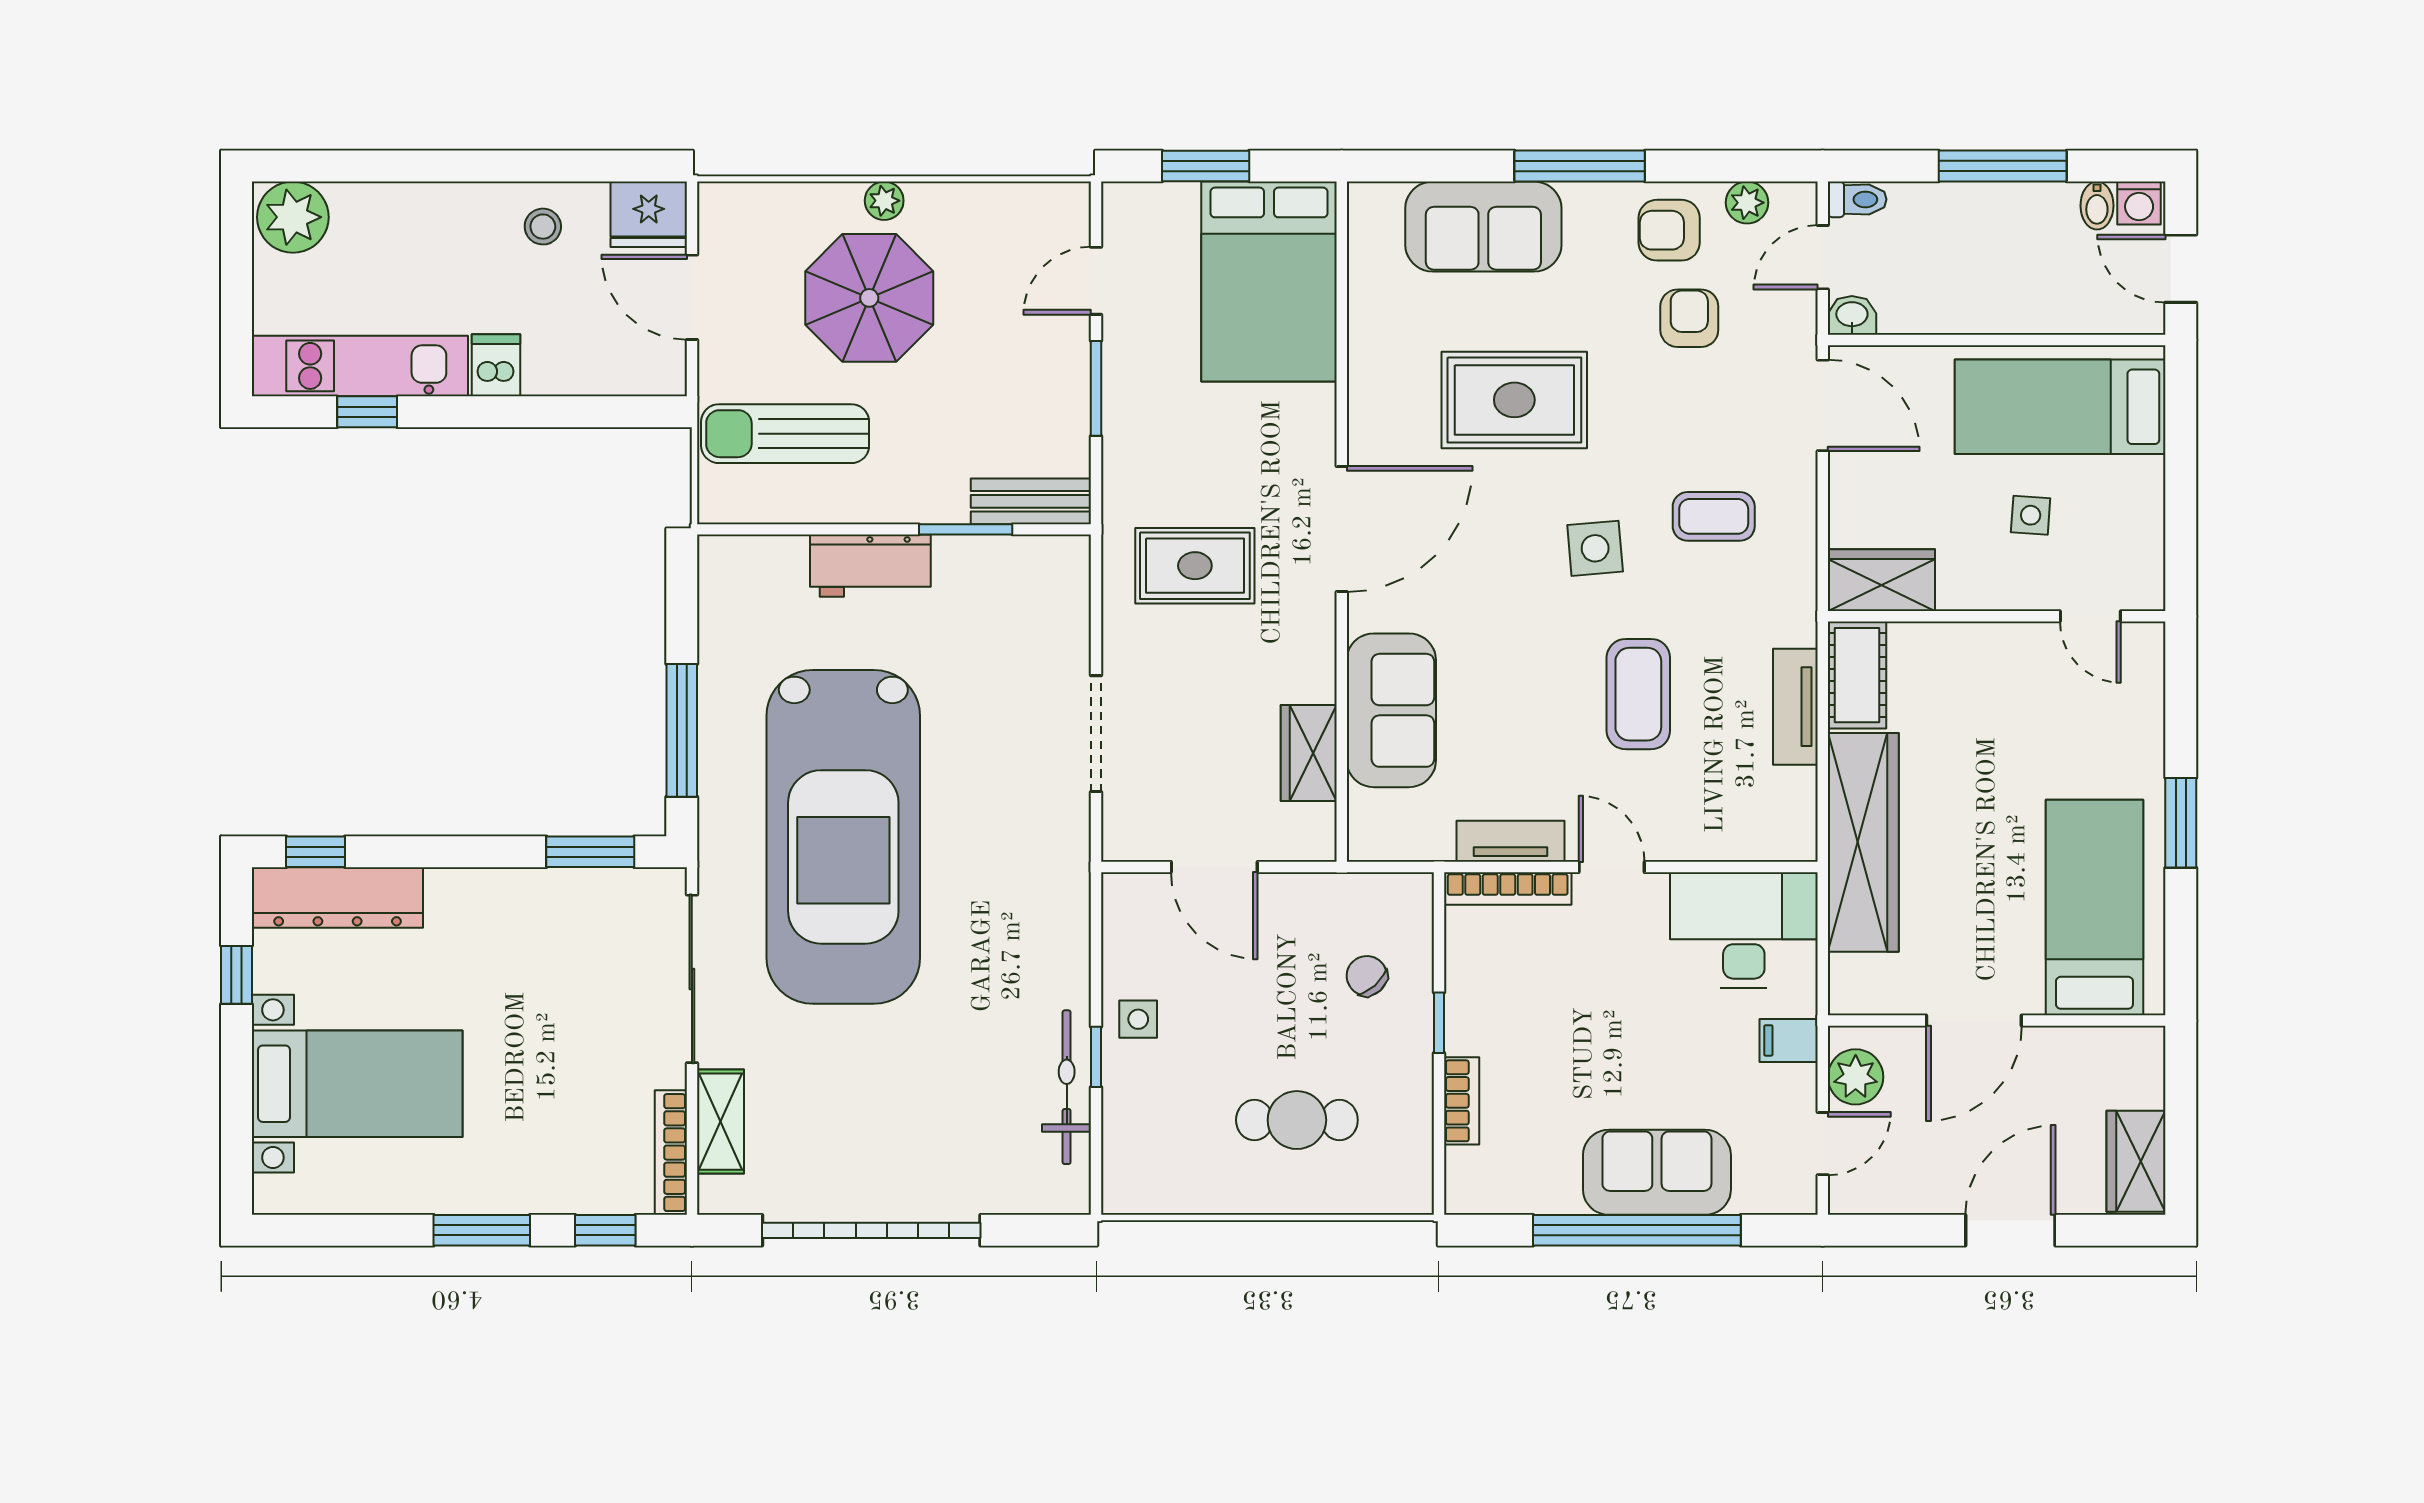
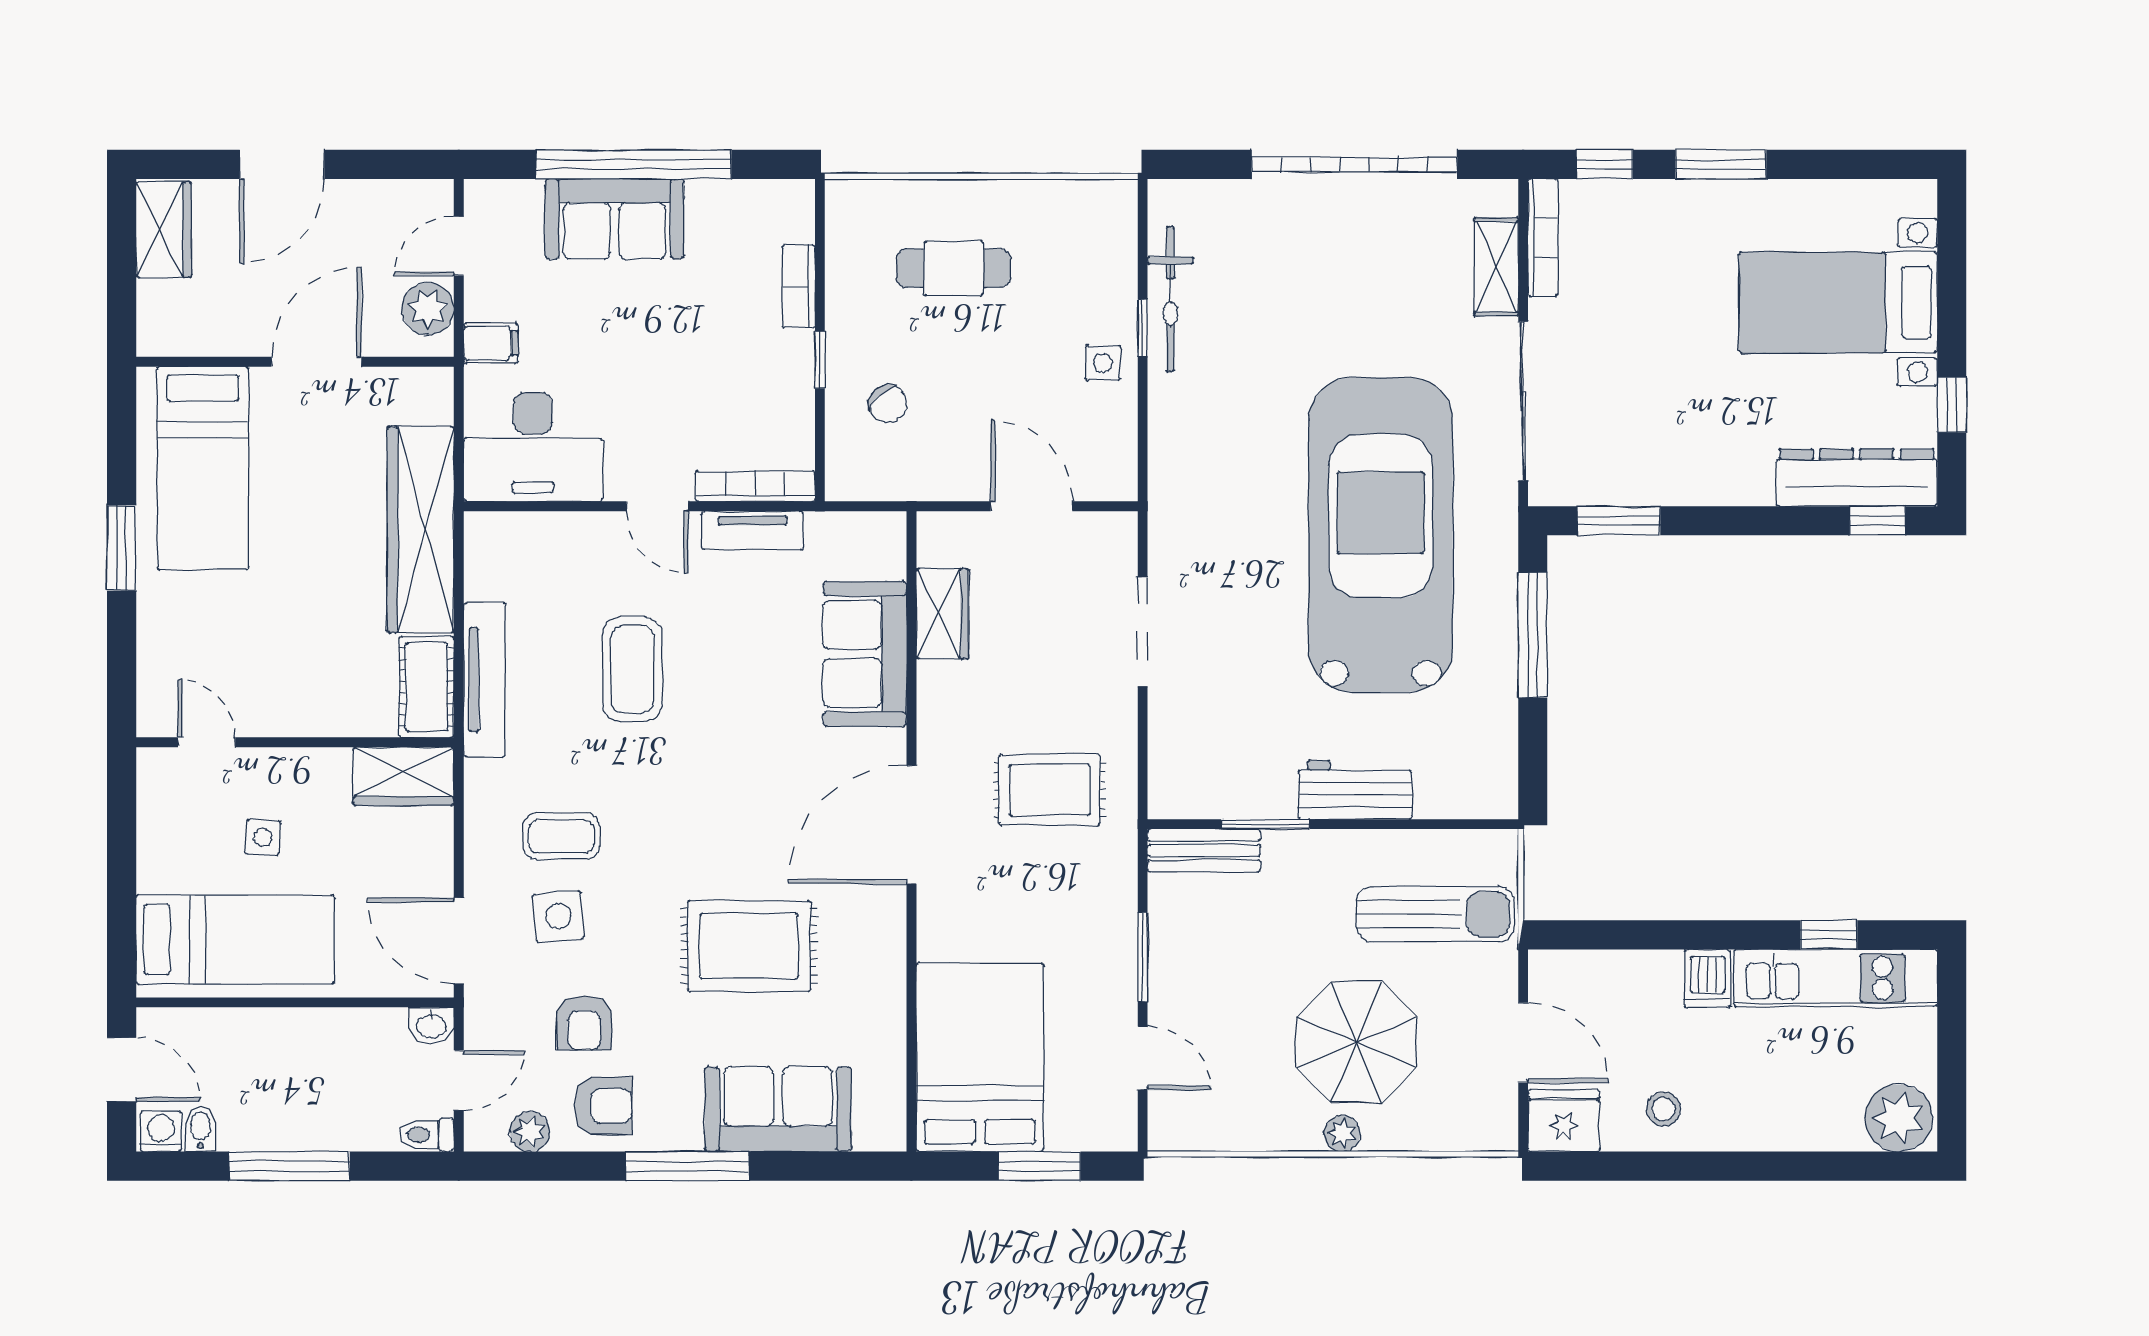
door: (1096, 281) -> (1143, 1058), hinge flipped
side table: (1595, 548) -> (558, 916), moved
tv unit: (1795, 707) -> (484, 680), width x1.41

